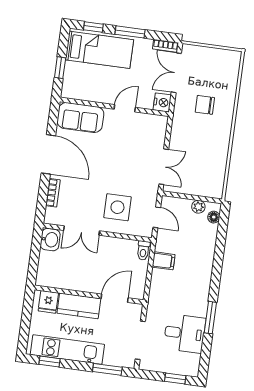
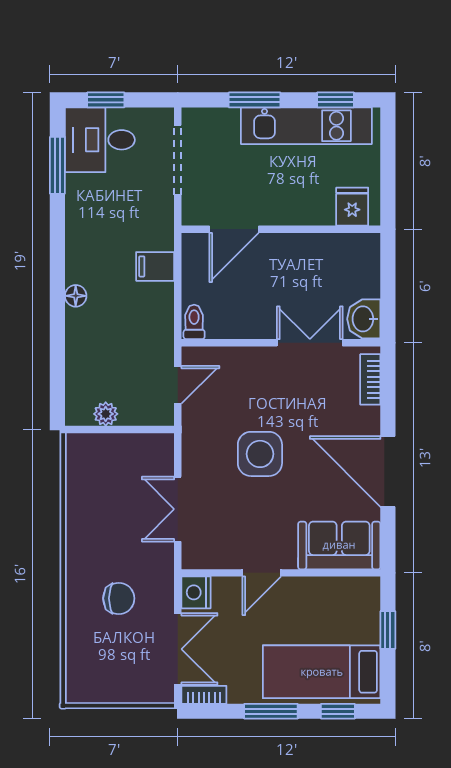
double door: (164, 167) -> (178, 509), moved
bookcase: (53, 193) -> (370, 379), moved
side table: (117, 207) -> (260, 454), moved
door: (157, 217) -> (178, 385), swing flipped
floor lamp: (214, 217) -> (76, 296), moved
filing cabinet: (164, 261) -> (155, 266), moved
kitchen counter: (79, 306) -> (296, 207), removed
window: (210, 318) -> (57, 165), moved
desk: (185, 333) -> (100, 140), moved
window: (107, 369) -> (255, 100), moved

